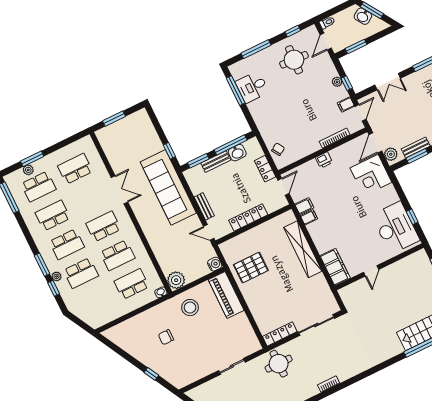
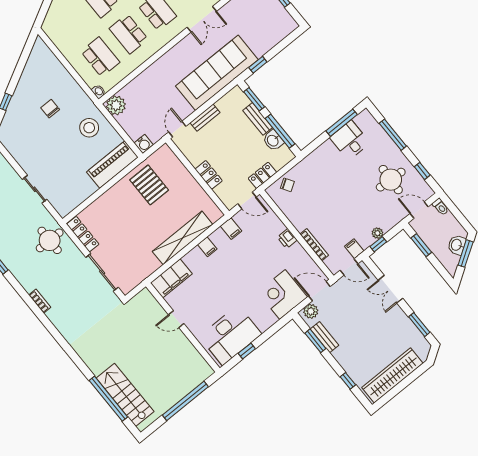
filing cabinet: (309, 217) -> (207, 247), moved
locker: (248, 218) -> (209, 175), width x0.66

